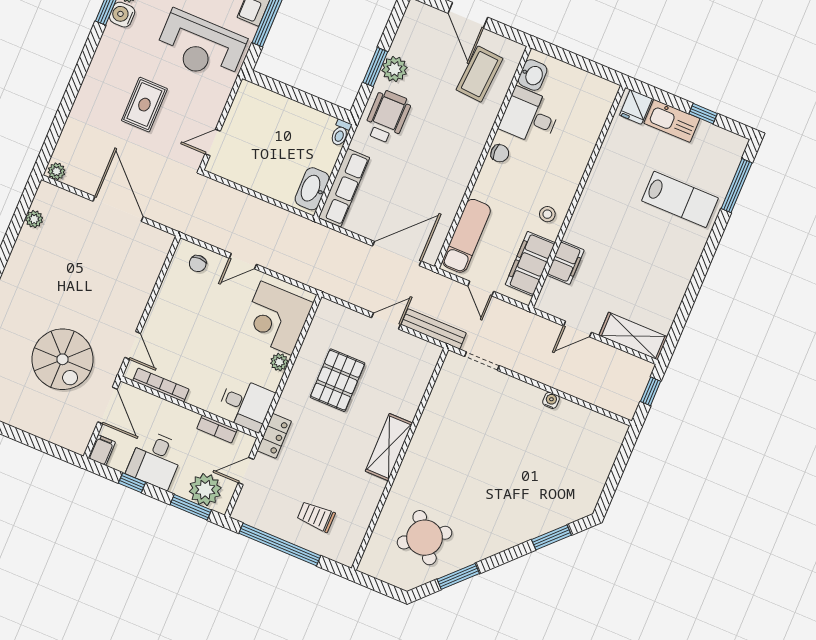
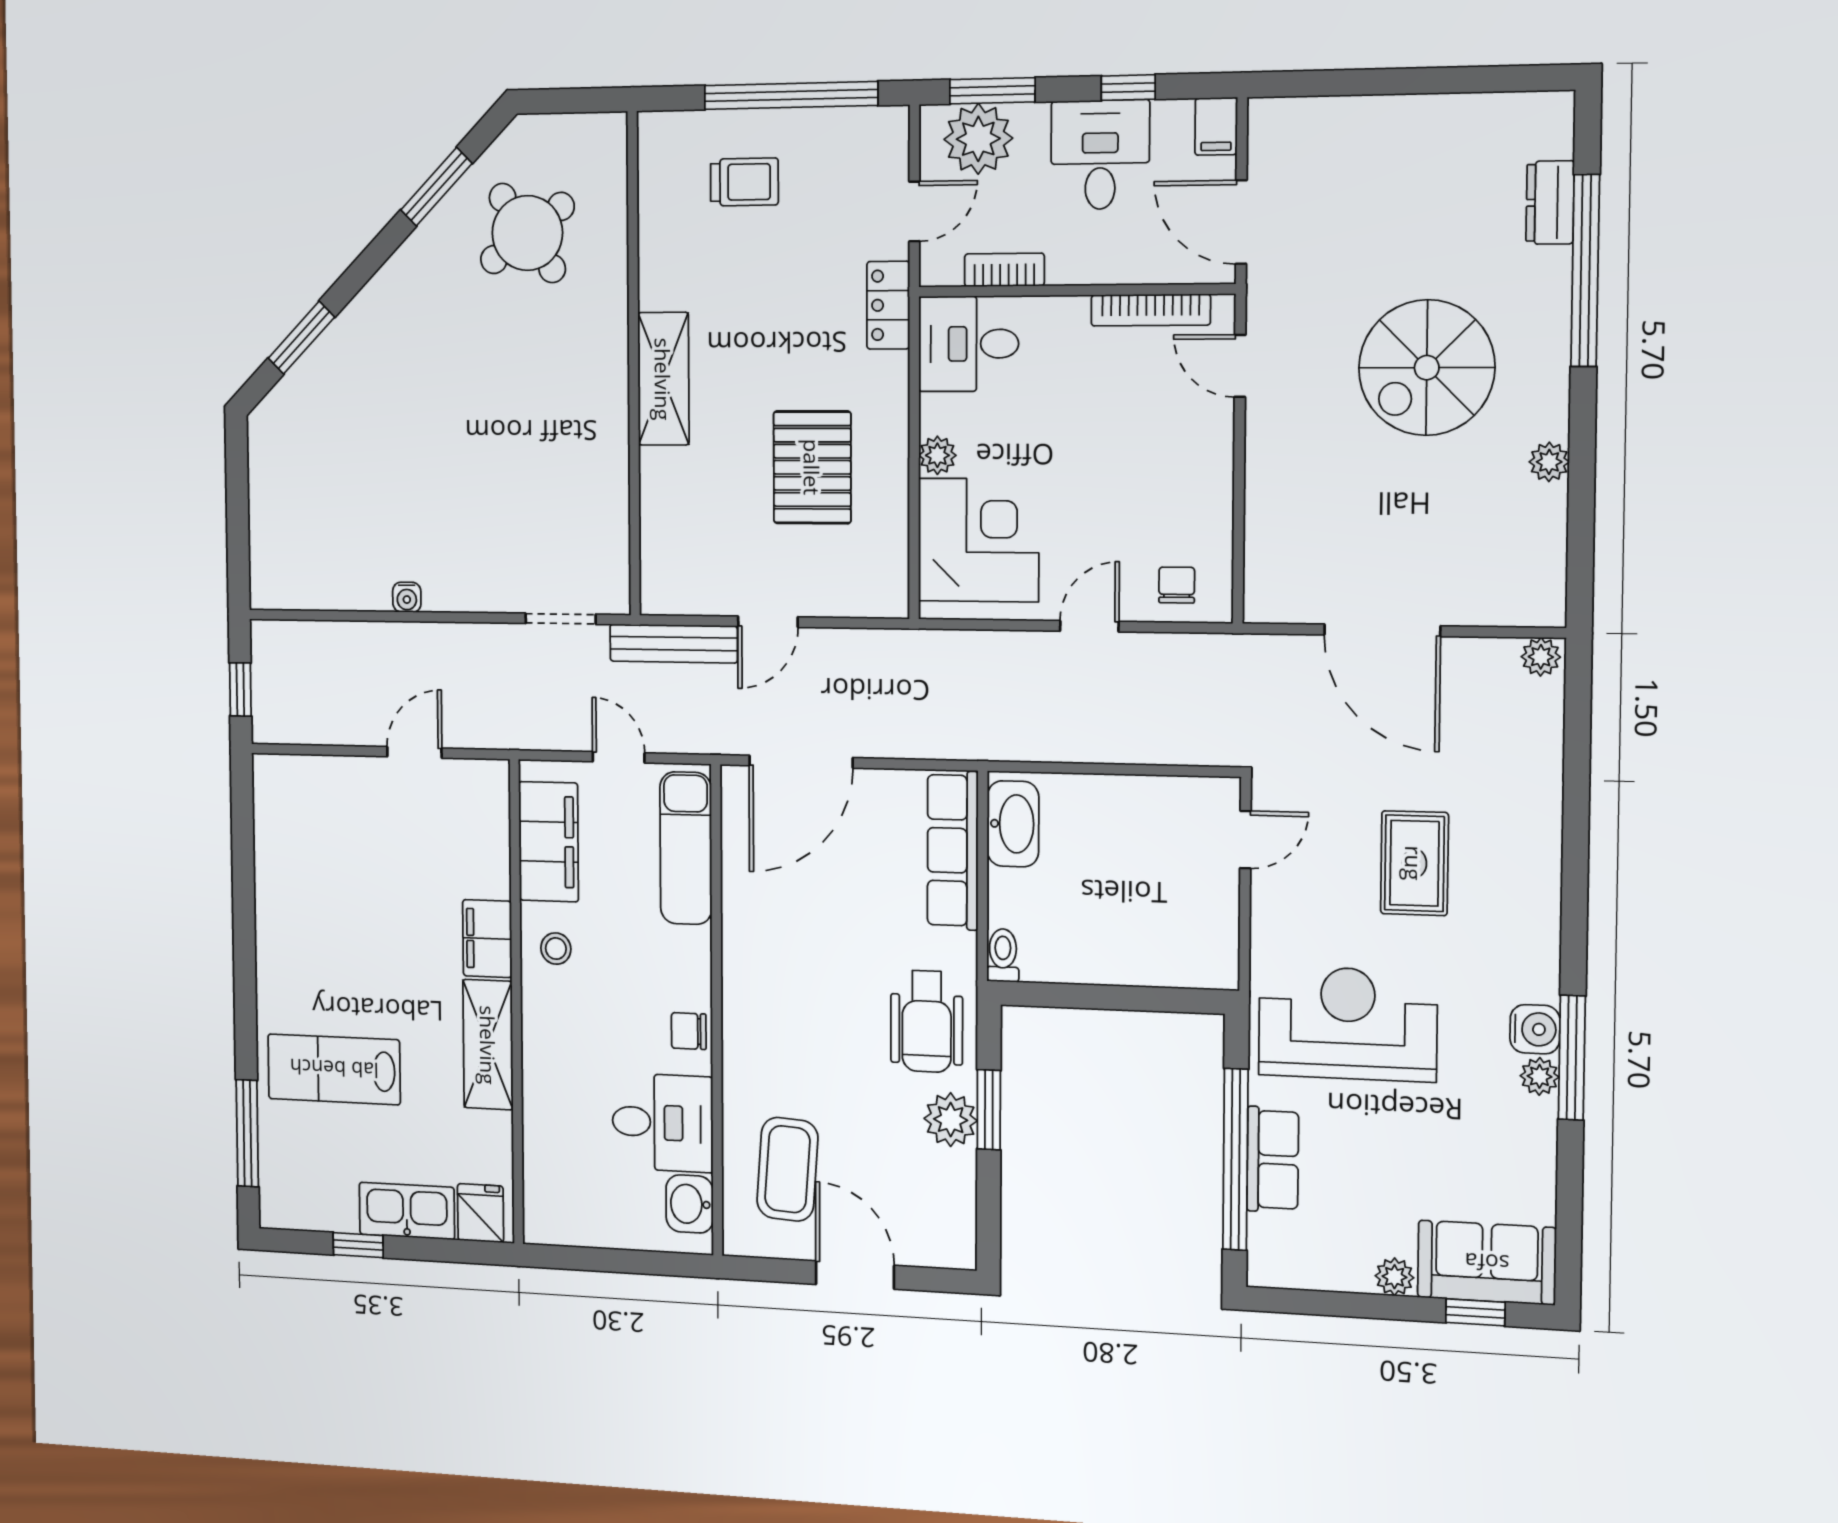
plant: (34, 219) -> (1549, 462), moved
filing cabinet: (565, 262) -> (487, 939), moved
shelving: (633, 336) -> (488, 1045), moved, turned 90
spiral stairs: (63, 359) -> (1427, 368), moved, turned -90

